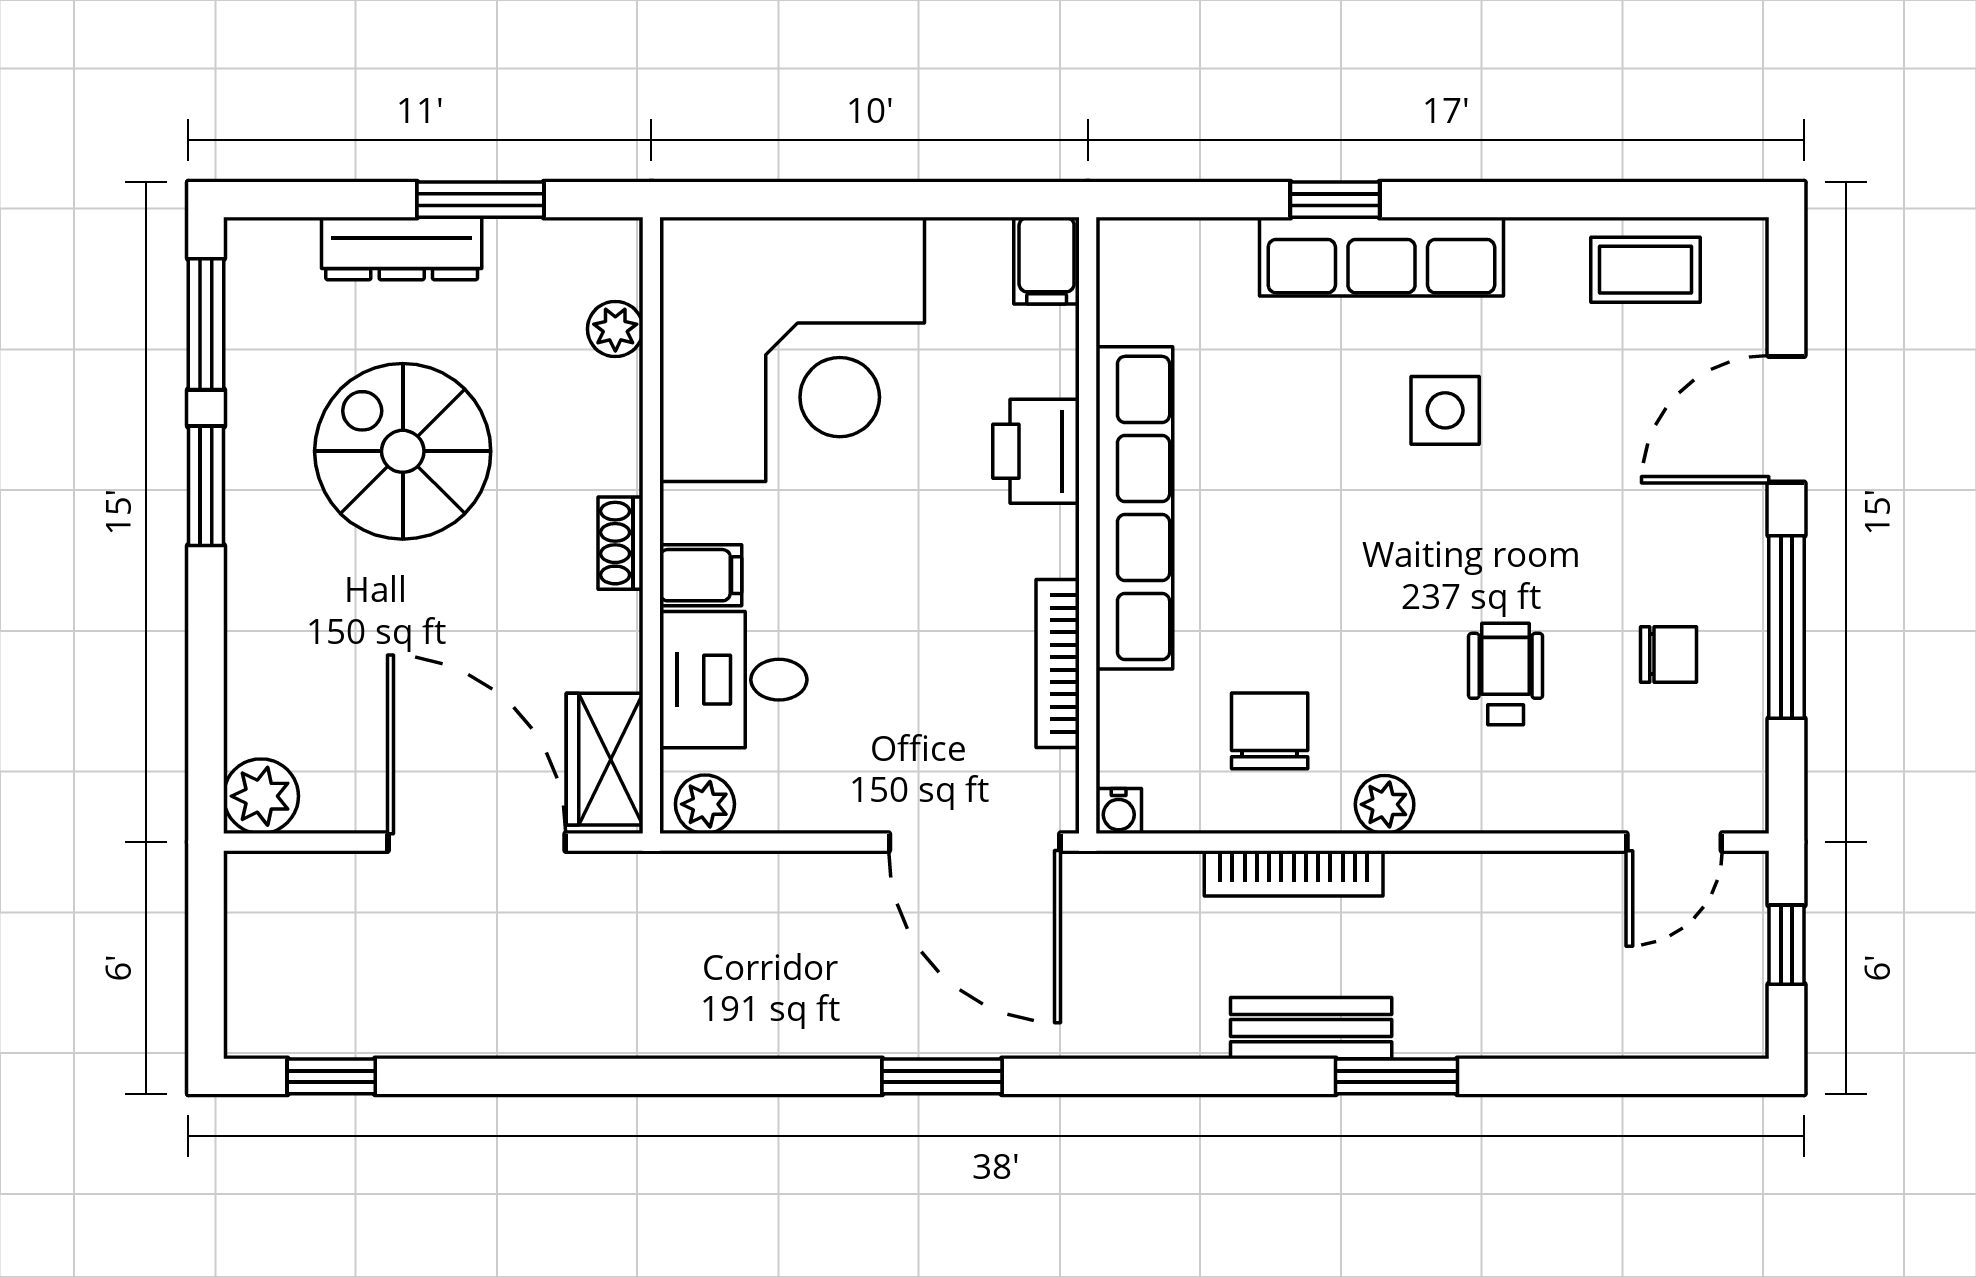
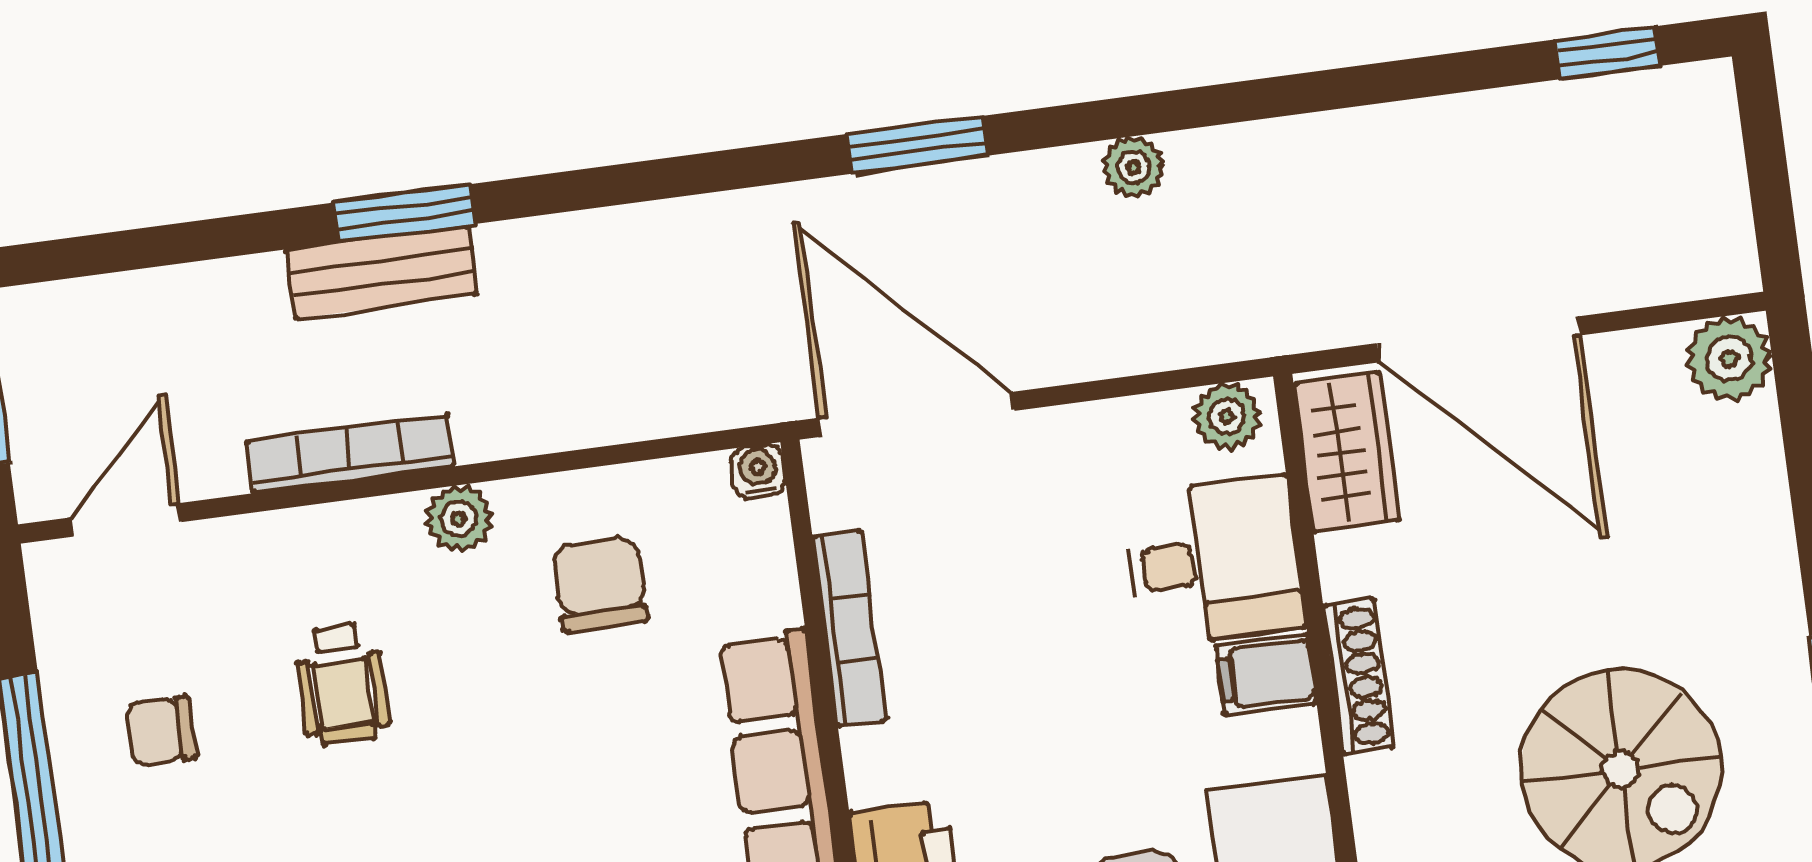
shoe rack: (620, 543) -> (1358, 676), width x1.43
chair: (1270, 731) -> (600, 584), turned 180
bookcase: (1294, 873) -> (350, 454), moved
bench: (1311, 1028) -> (382, 272), moved
plant: (757, 1032) -> (1134, 167), added

